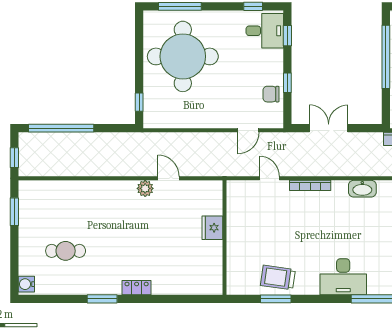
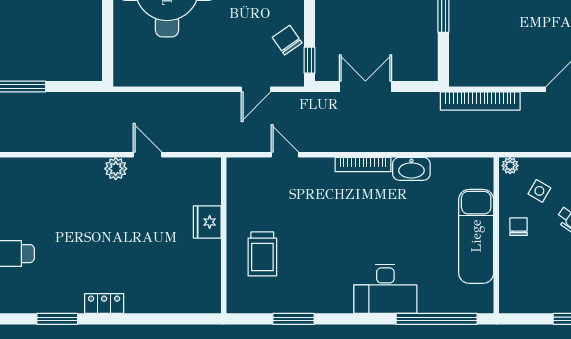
window: (287, 83) -> (309, 60), moved
chair: (271, 94) -> (287, 40), turned 55
window: (139, 102) -> (108, 51), removed
bookcase: (310, 185) -> (363, 165), moved
trolley: (278, 278) -> (262, 254), moved, turned -98

